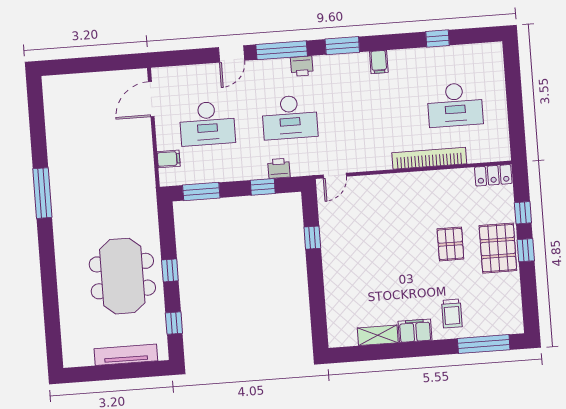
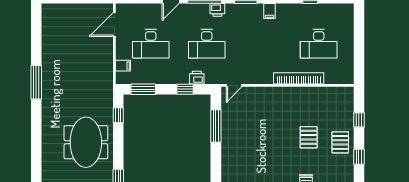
locker: (493, 175) -> (341, 93), removed
window: (312, 238) -> (216, 126), width x2.17
pallet: (498, 248) -> (340, 142), width x0.67, depth x0.71
window: (526, 250) -> (359, 157), moved
window: (170, 270) -> (118, 115), moved

